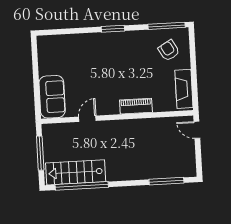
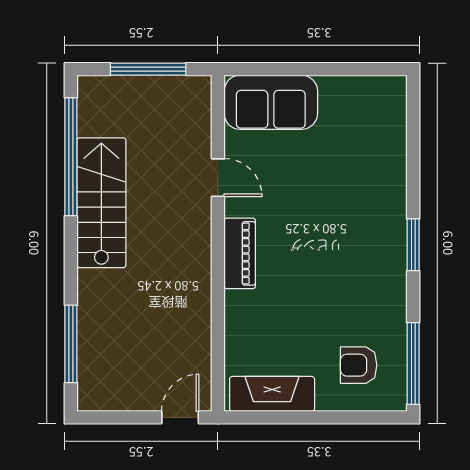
armchair: (169, 50) -> (359, 365), turned -150
piano: (136, 106) -> (240, 253), moved
stairs: (76, 172) -> (101, 203), moved

